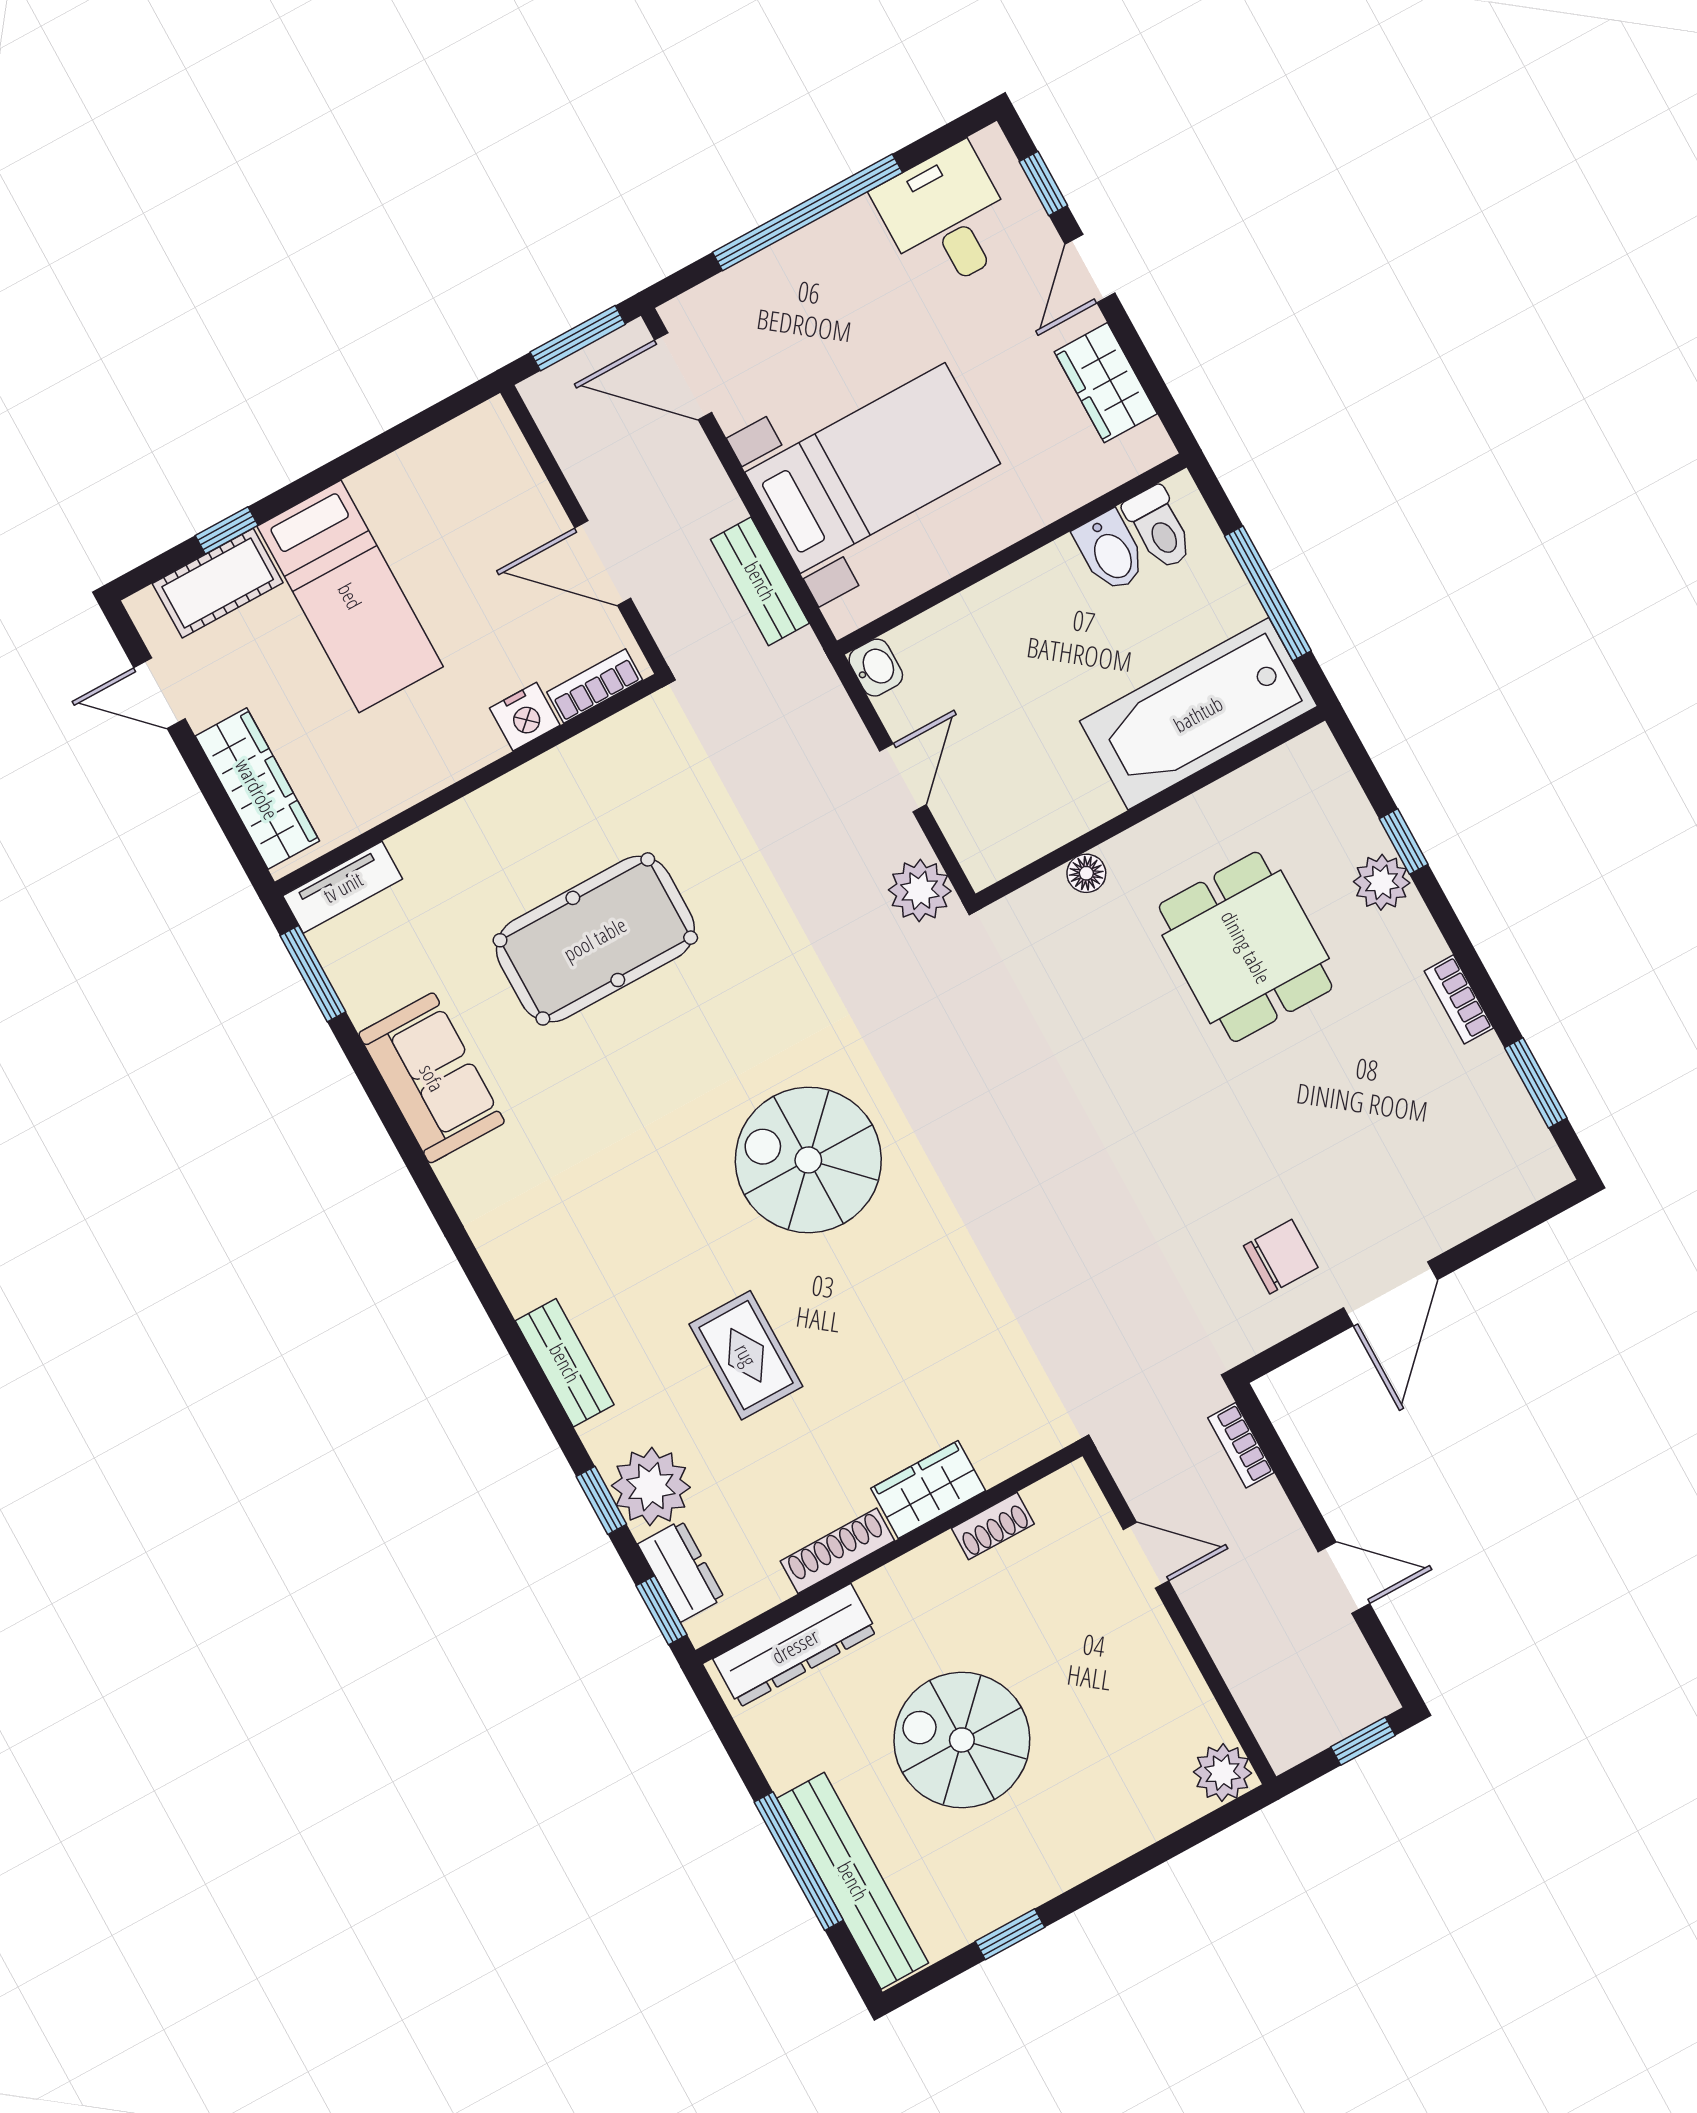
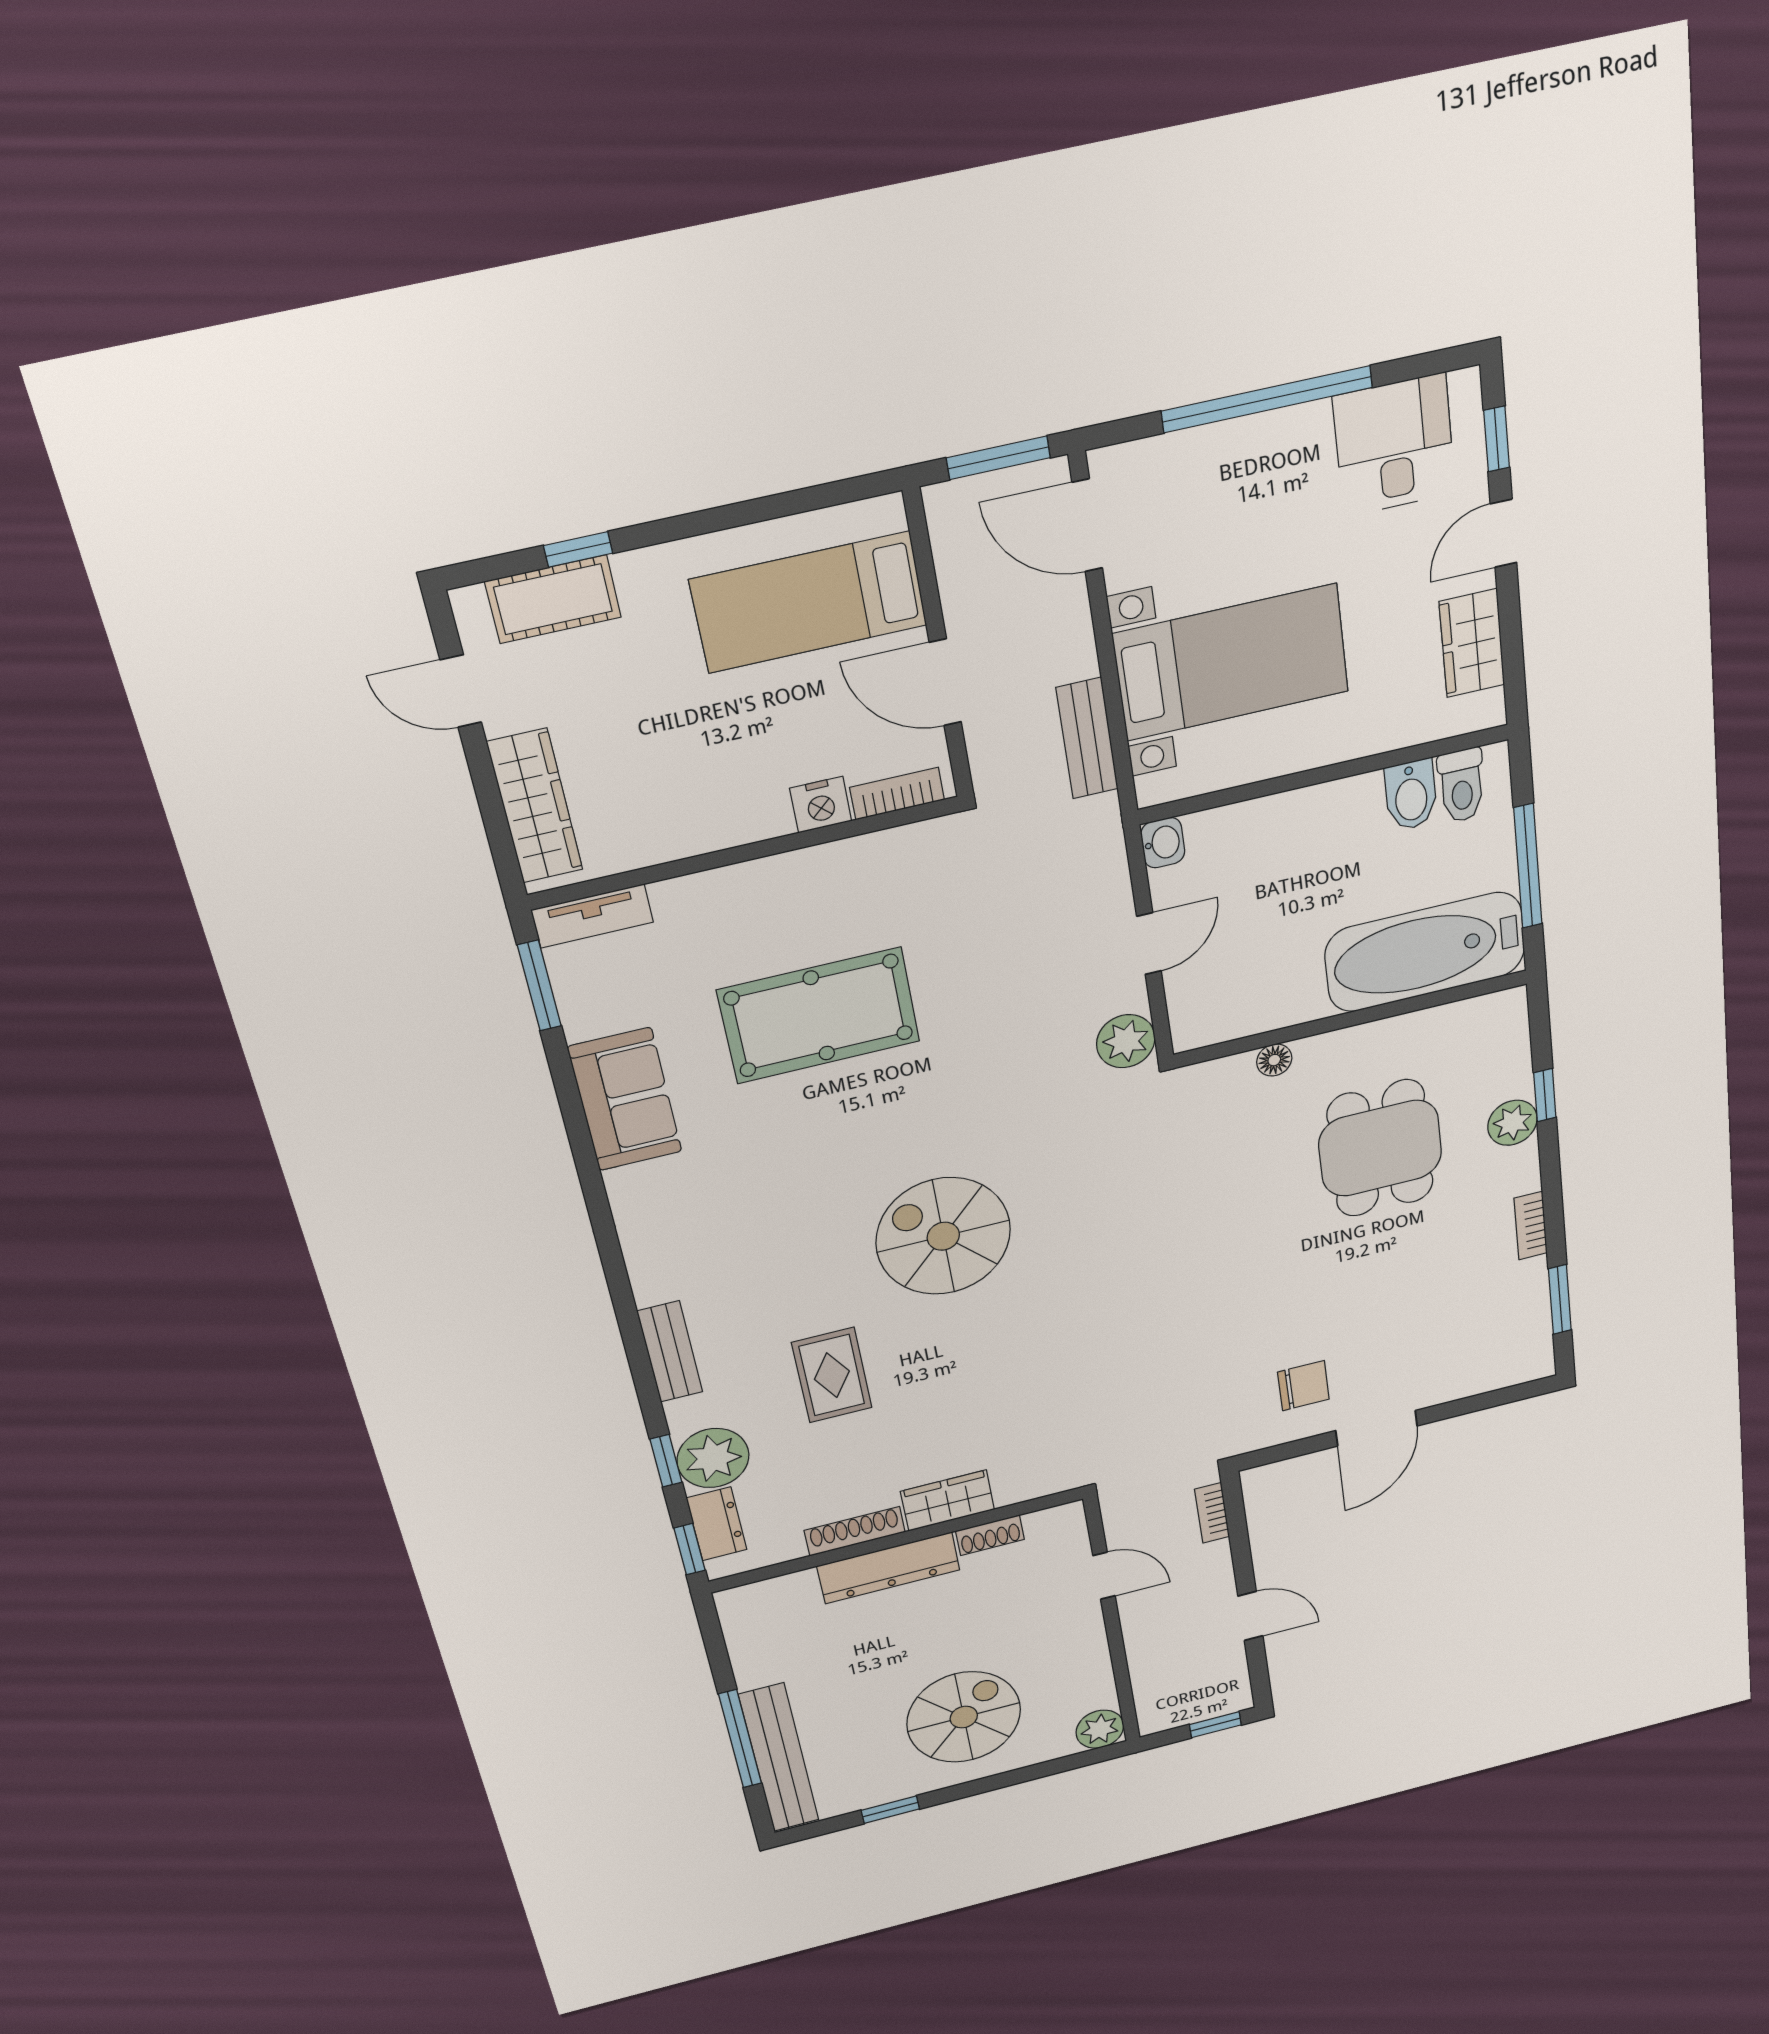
bed: (350, 596) -> (809, 602), moved, turned 90
dresser: (795, 1646) -> (888, 1568), moved
spiral stairs: (962, 1740) -> (964, 1717), moved, turned 90

